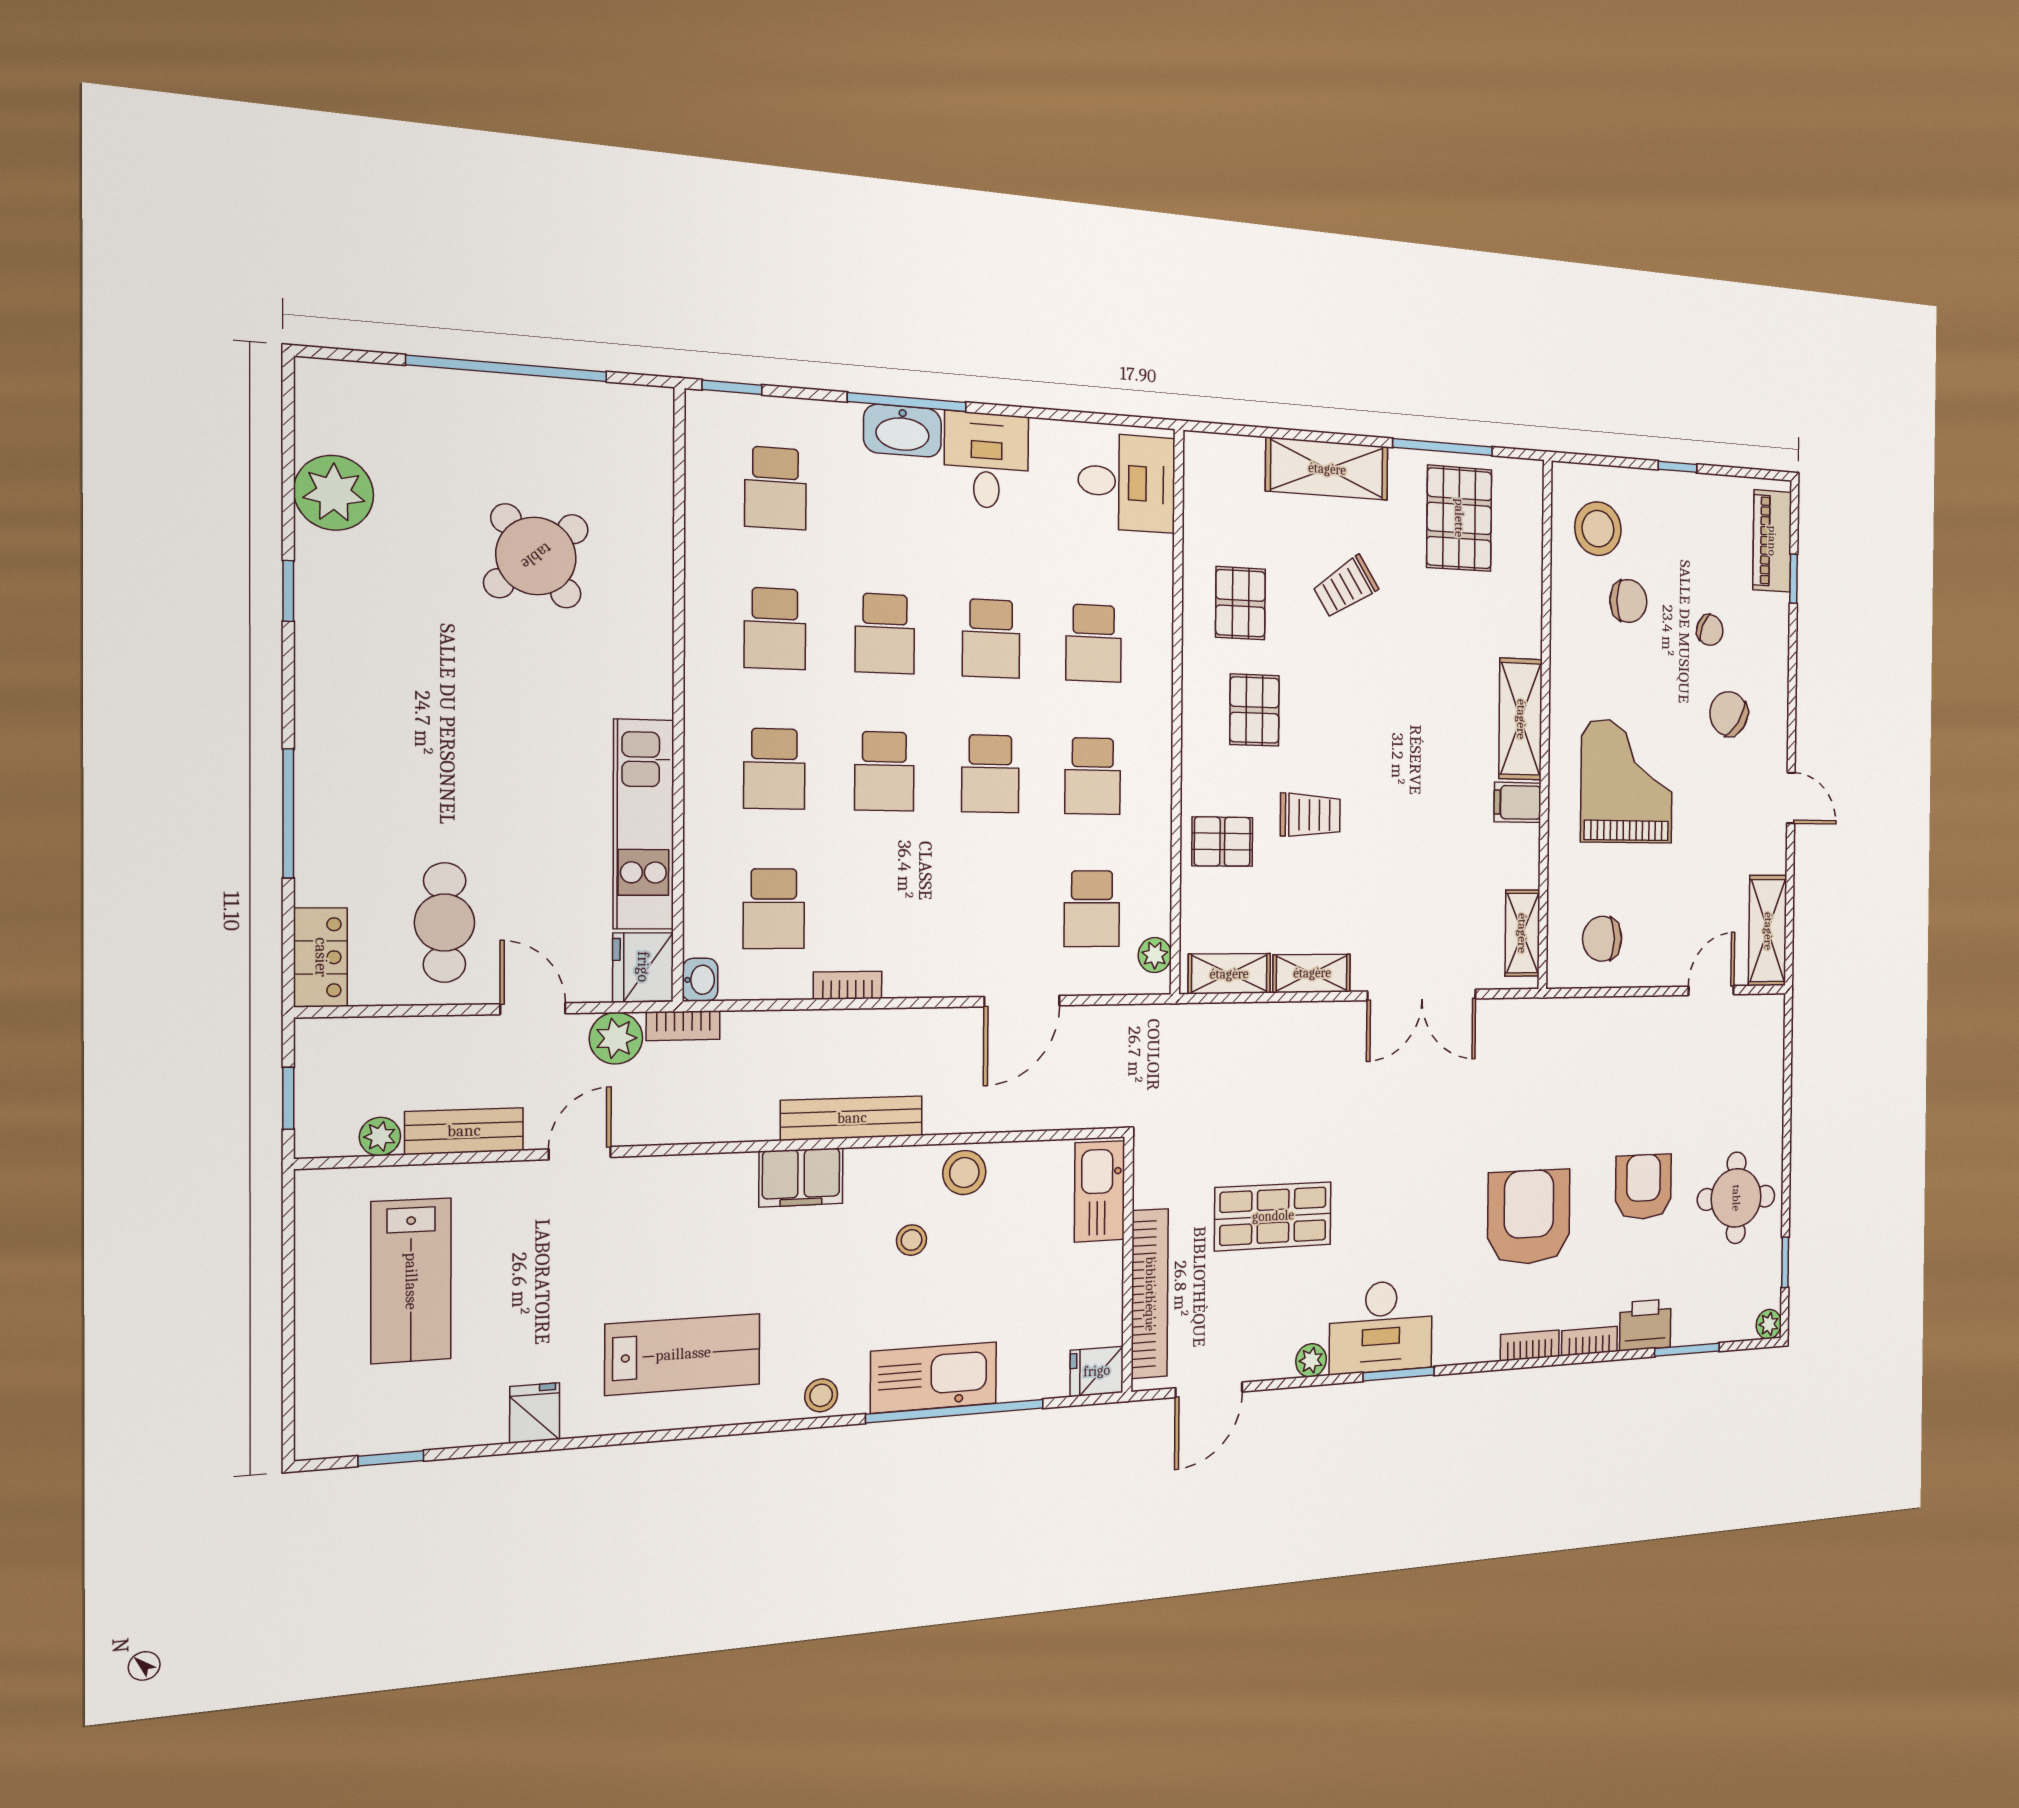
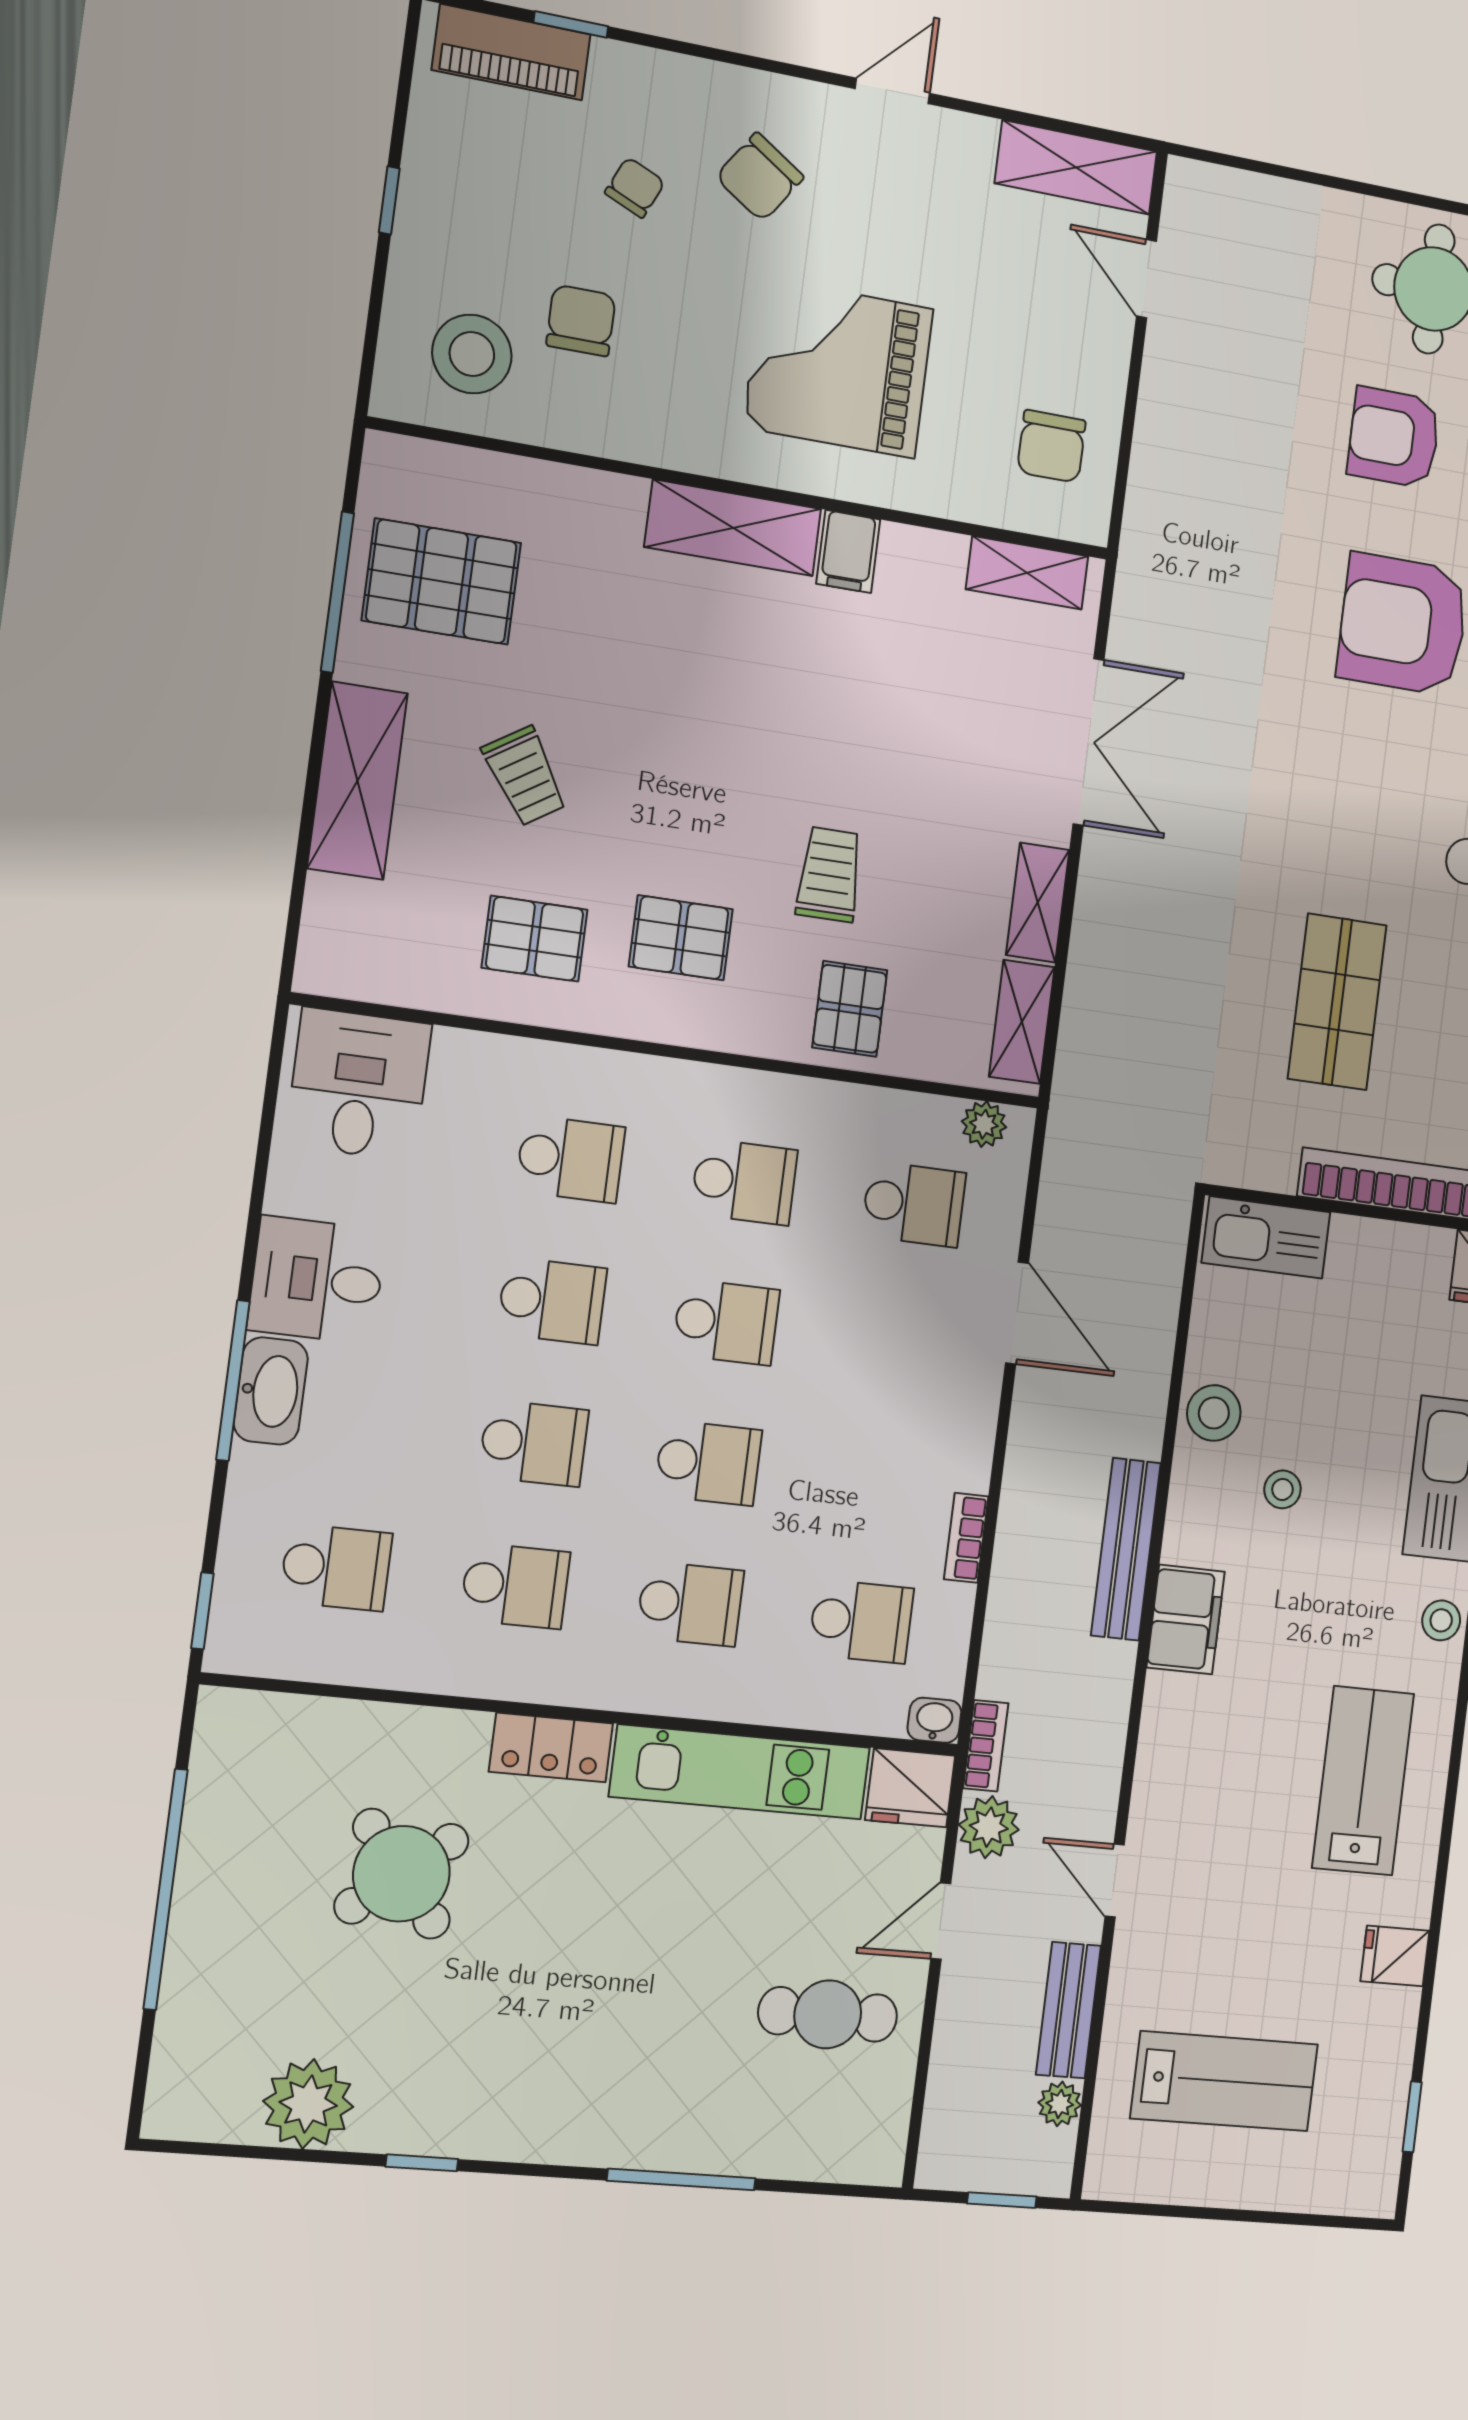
locker: (321, 957) -> (551, 1747), moved, turned 180

